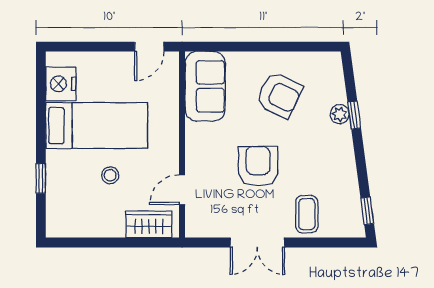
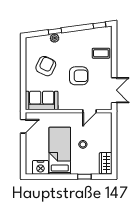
door: (149, 47) -> (23, 126), hinge flipped
armchair: (258, 166) -> (79, 76), turned 180
door: (182, 190) -> (90, 111), hinge flipped
wardrobe: (149, 224) -> (106, 163), moved
double door: (257, 243) -> (114, 90), moved

